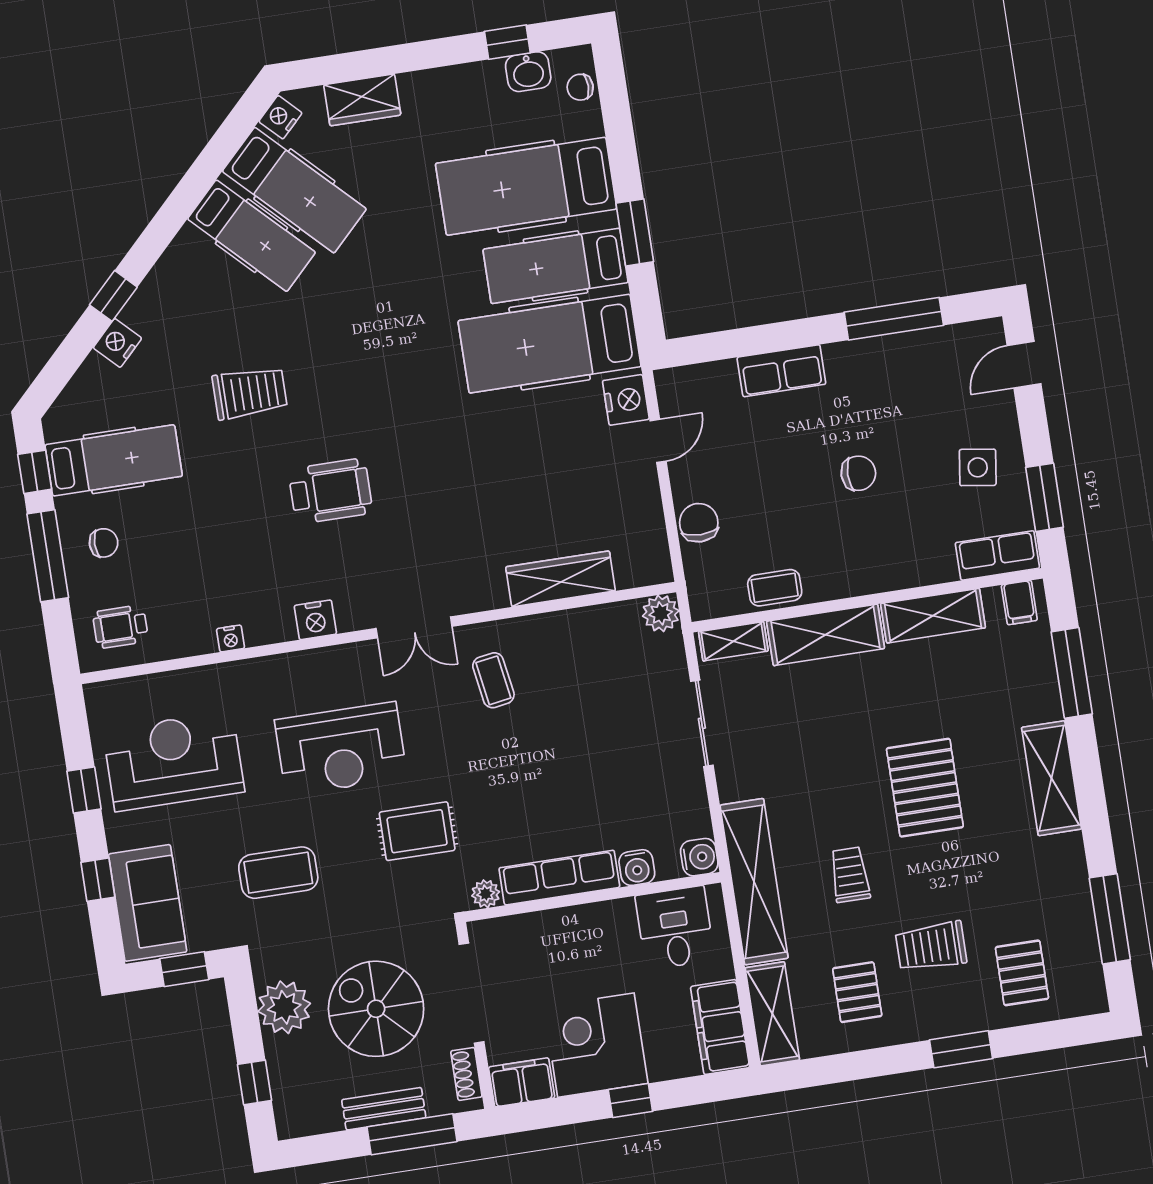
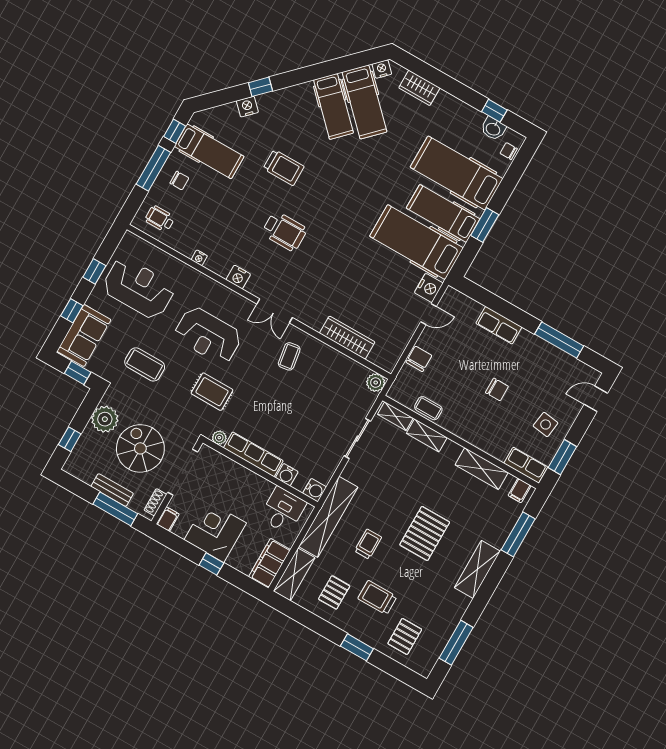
shelving: (826, 635) -> (427, 435), width x0.67, depth x0.75
filing cabinet: (522, 1082) -> (168, 519), width x0.50

